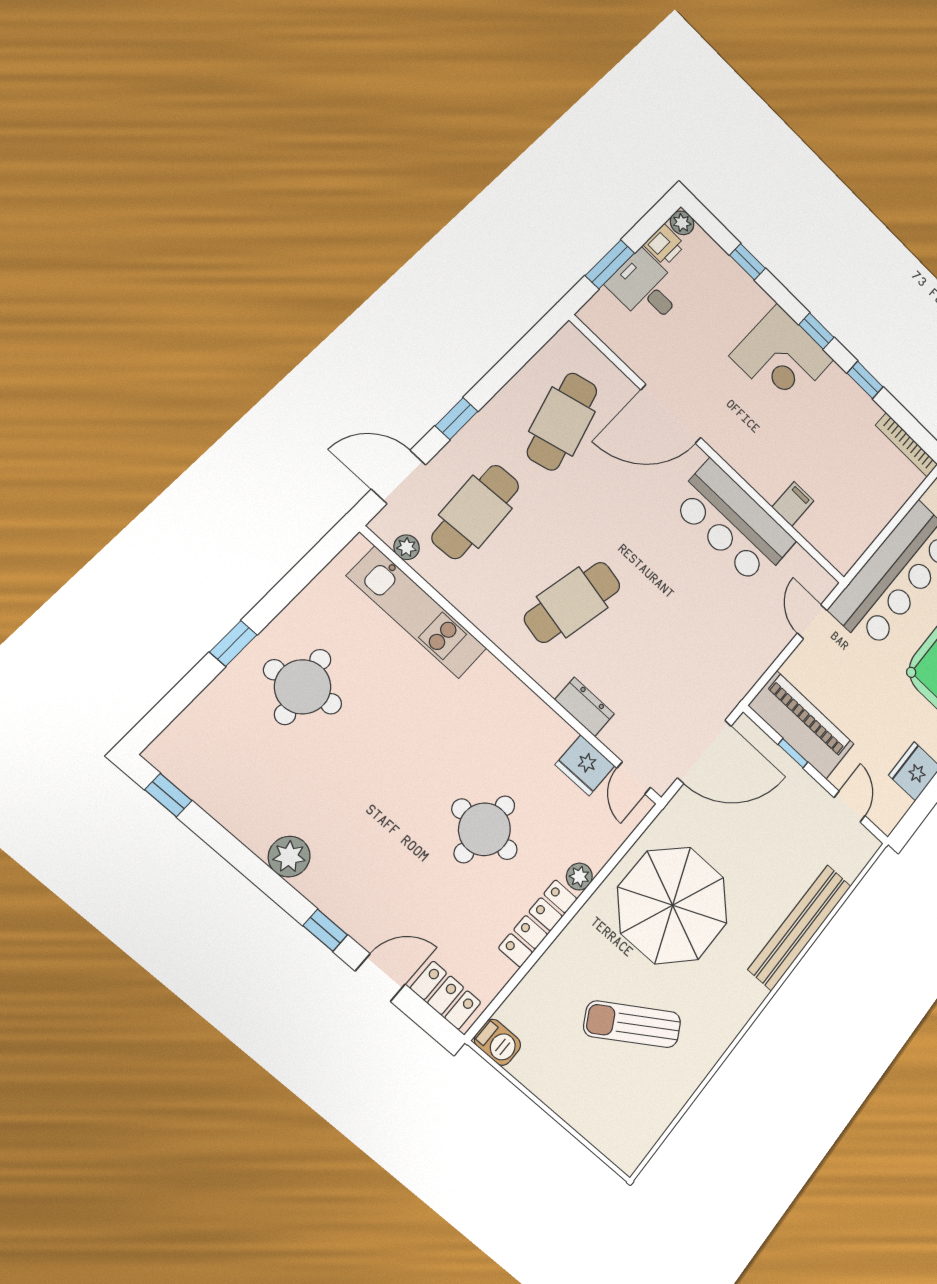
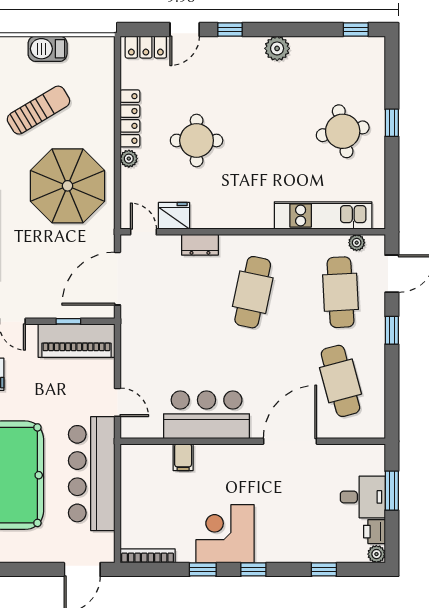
corner desk: (782, 358) -> (225, 534), moved
barbecue: (497, 1042) -> (48, 49), moved, width x1.38, depth x1.27

